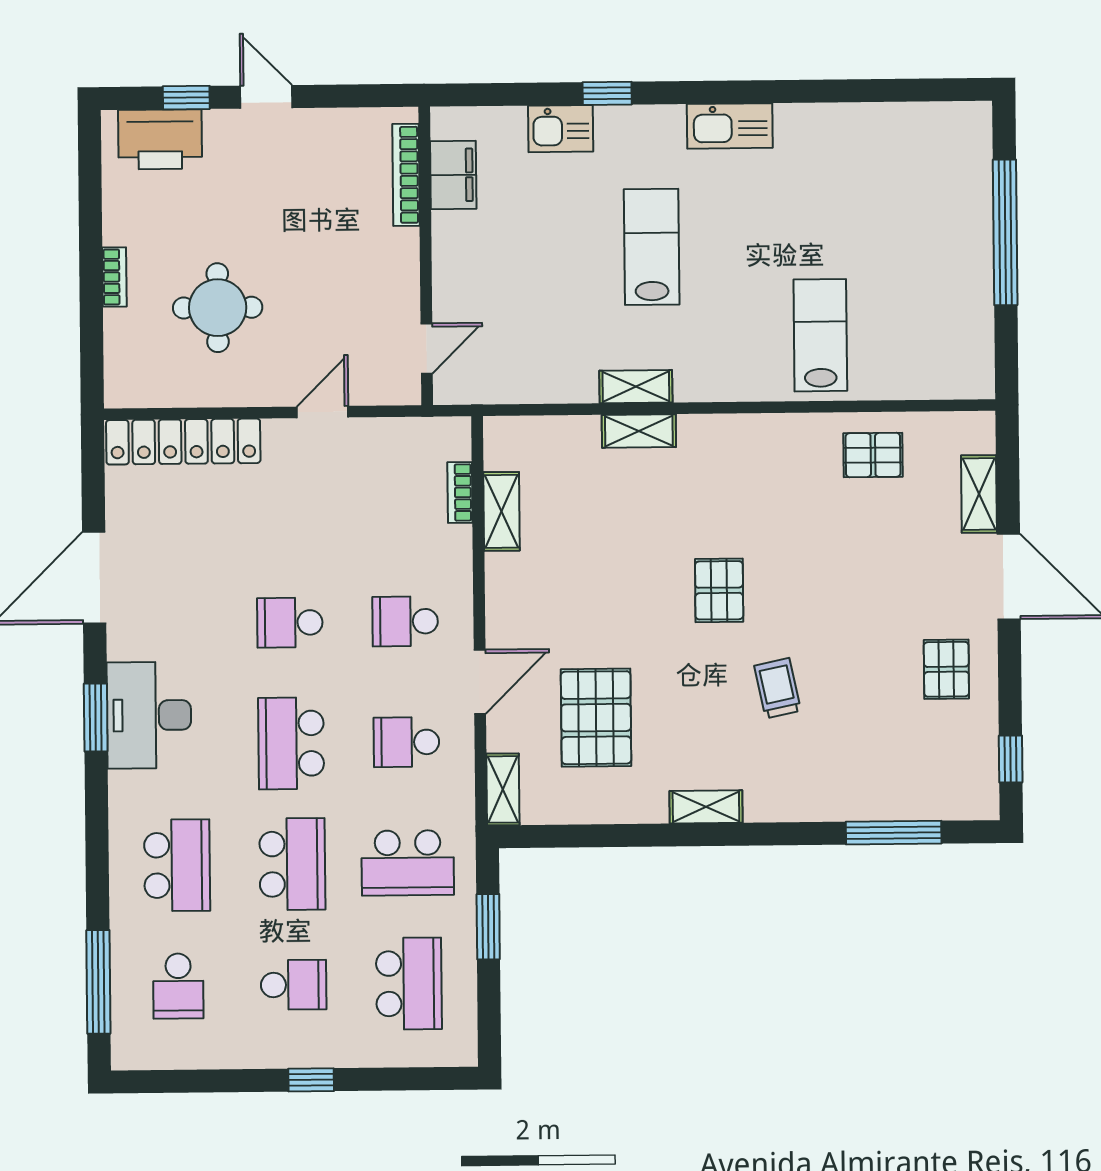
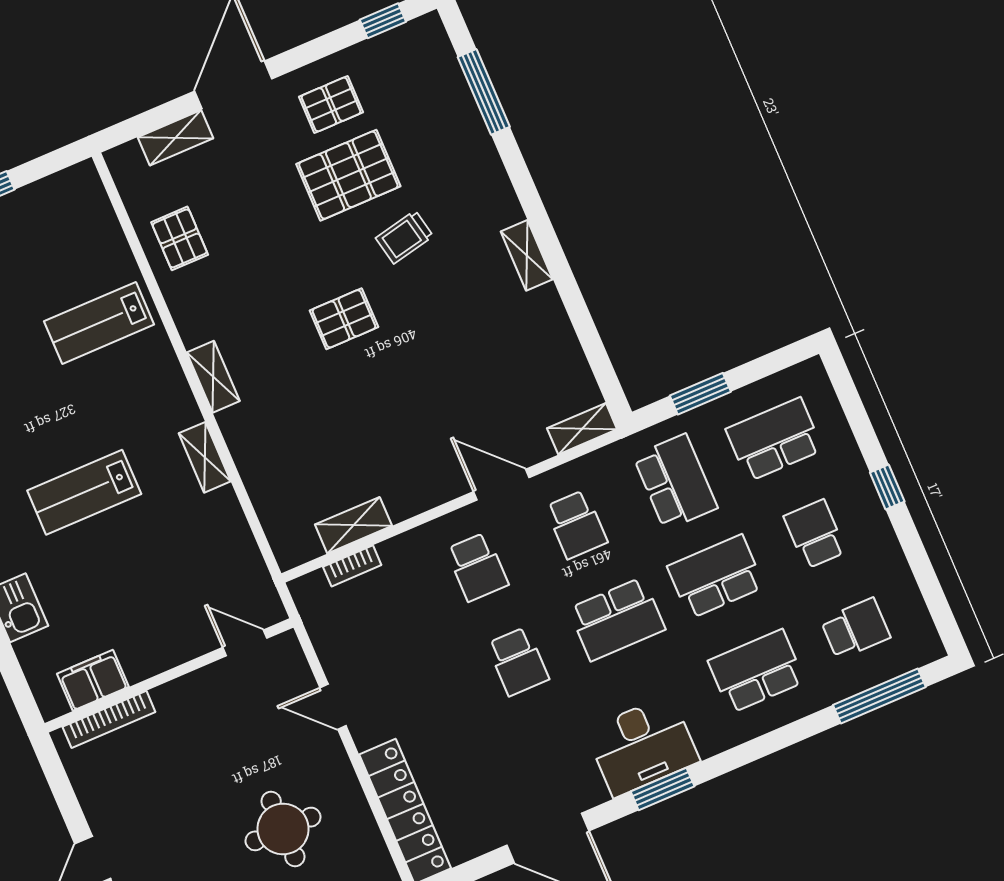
shelving: (639, 431) -> (213, 377), moved
pallet: (596, 718) -> (348, 175), moved

